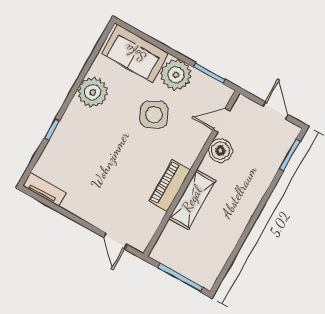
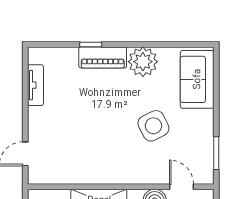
plant: (176, 75) -> (199, 125), removed
piano: (170, 186) -> (103, 57), moved, turned 180
tv unit: (44, 189) -> (35, 85), moved

